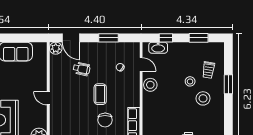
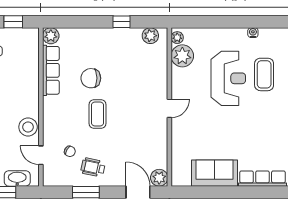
wheelchair: (81, 69) -> (93, 167), moved
door: (48, 98) -> (169, 108), hinge flipped
chair: (105, 120) -> (91, 78), turned -90

